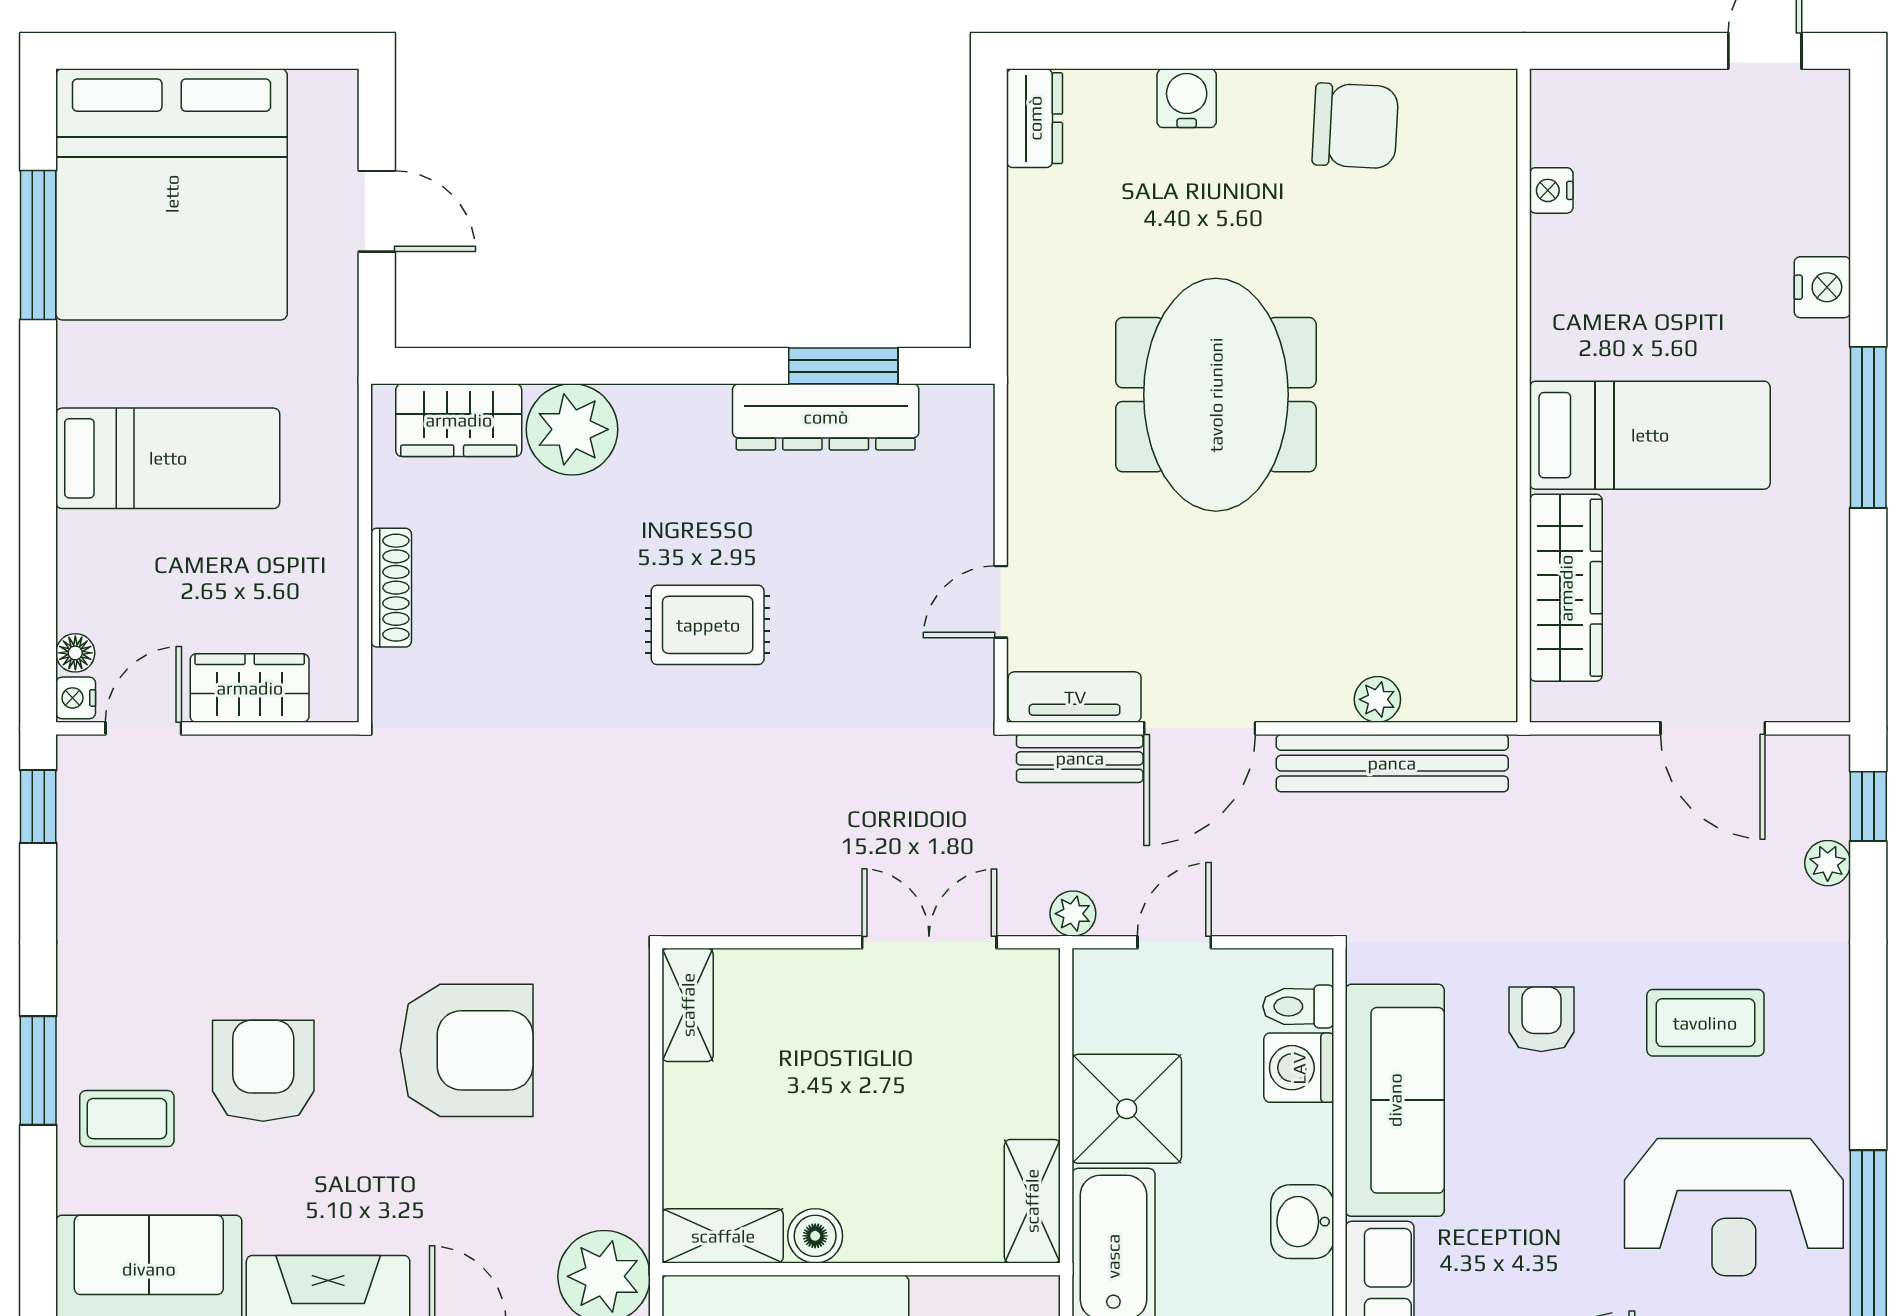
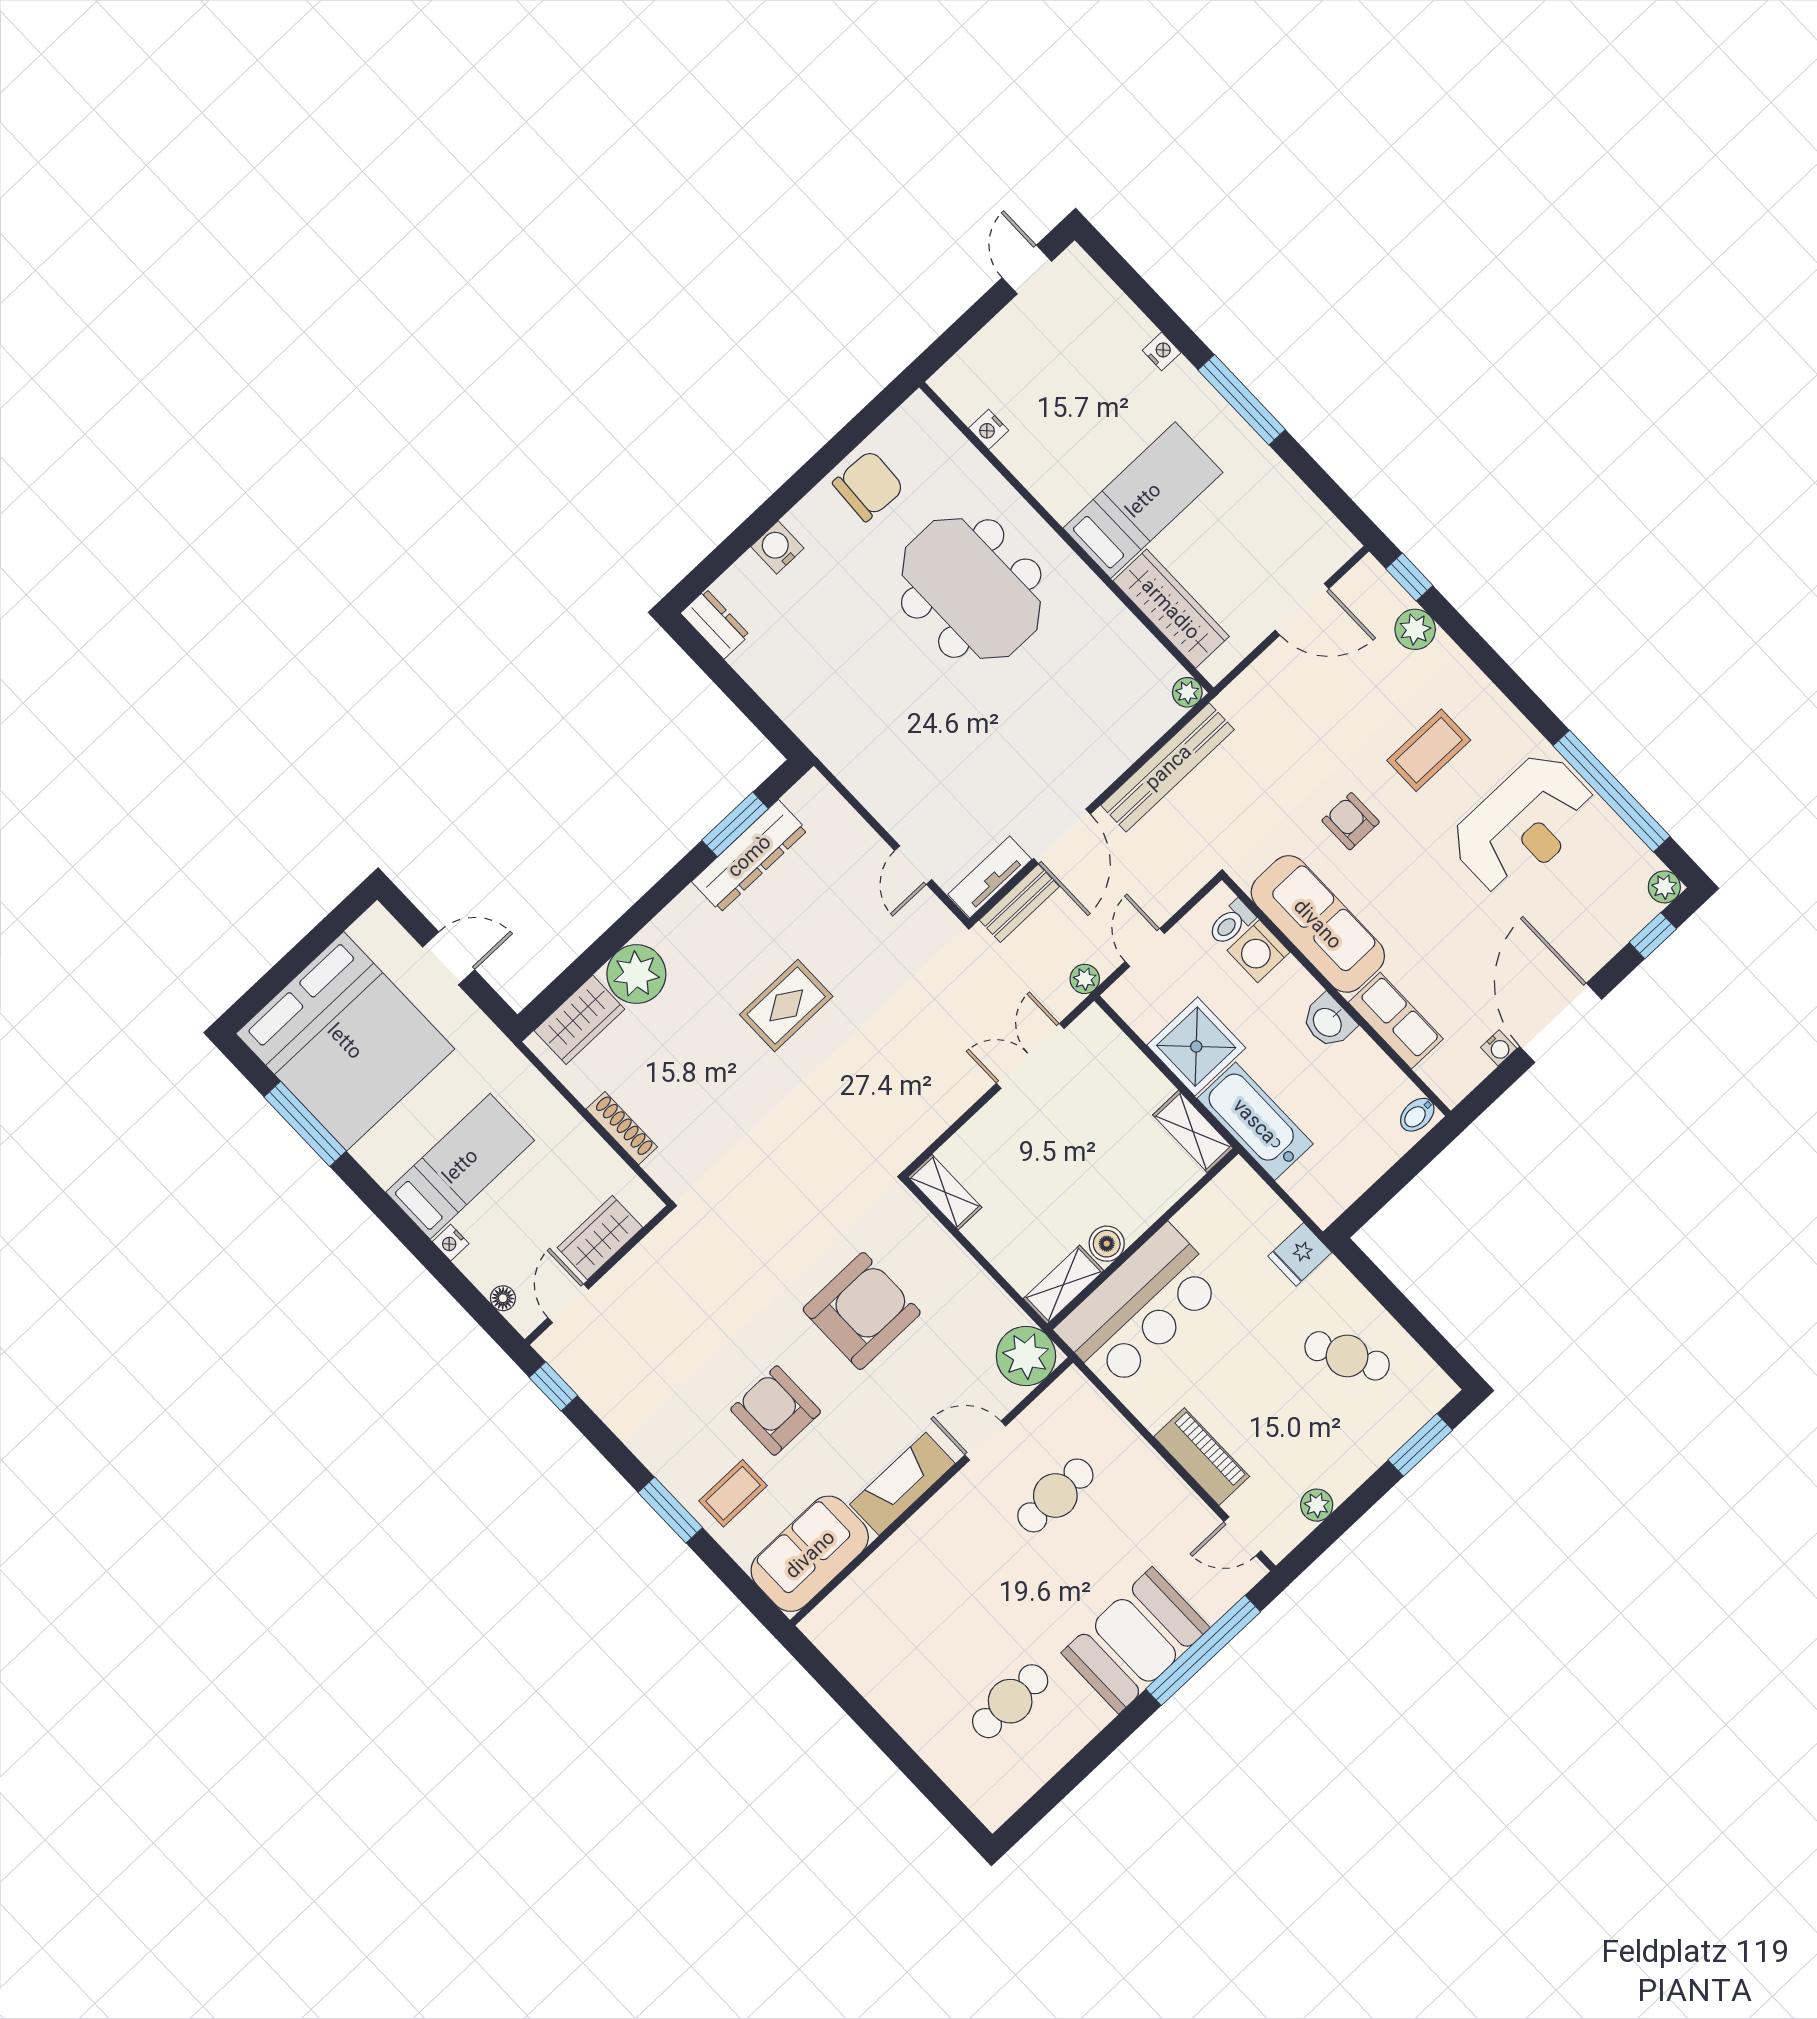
nightstand: (1822, 287) -> (1162, 351), width x0.72, depth x0.74
meeting table: (1216, 395) -> (971, 589), moved
nightstand: (76, 698) -> (451, 1243), moved
plant: (1377, 699) -> (1187, 692), moved
plant: (1828, 863) -> (1415, 629), width x1.38, depth x1.38

